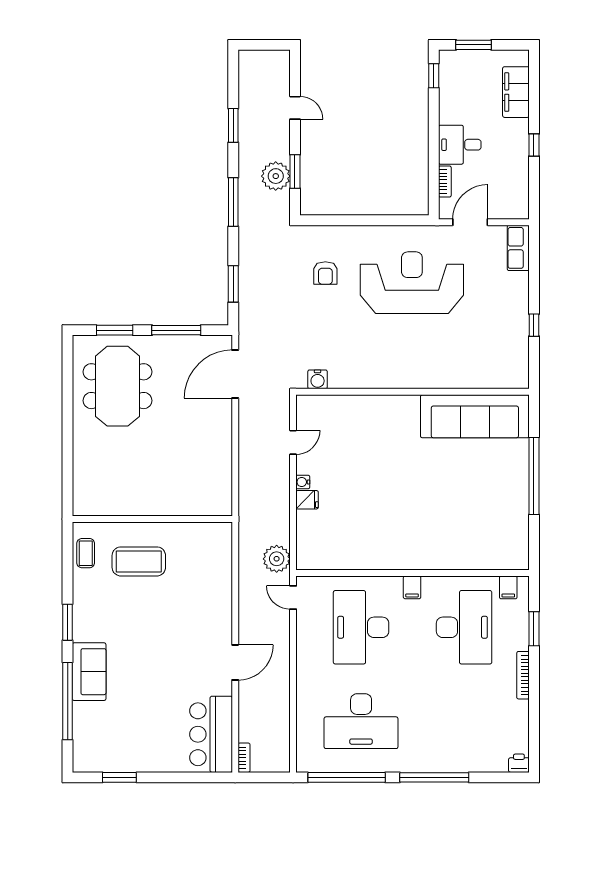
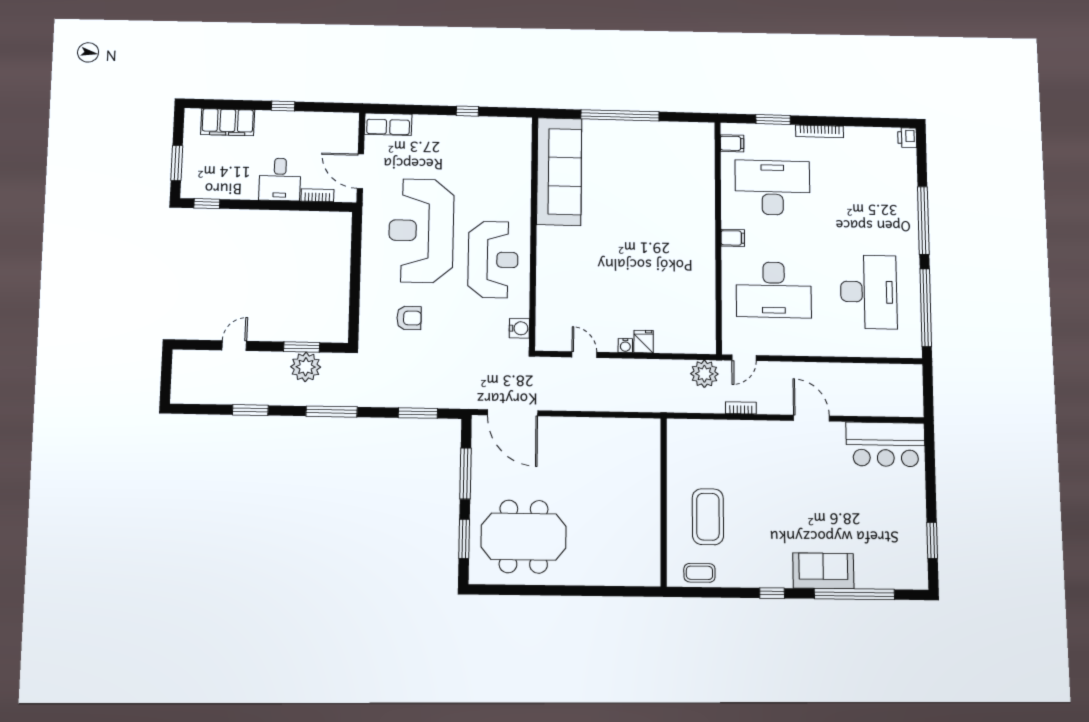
reception desk: (385, 353) -> (493, 260), added
window: (68, 622) -> (772, 593), width x0.67
bookcase: (244, 758) -> (741, 408), moved

